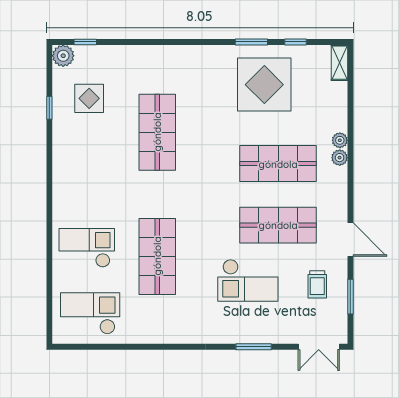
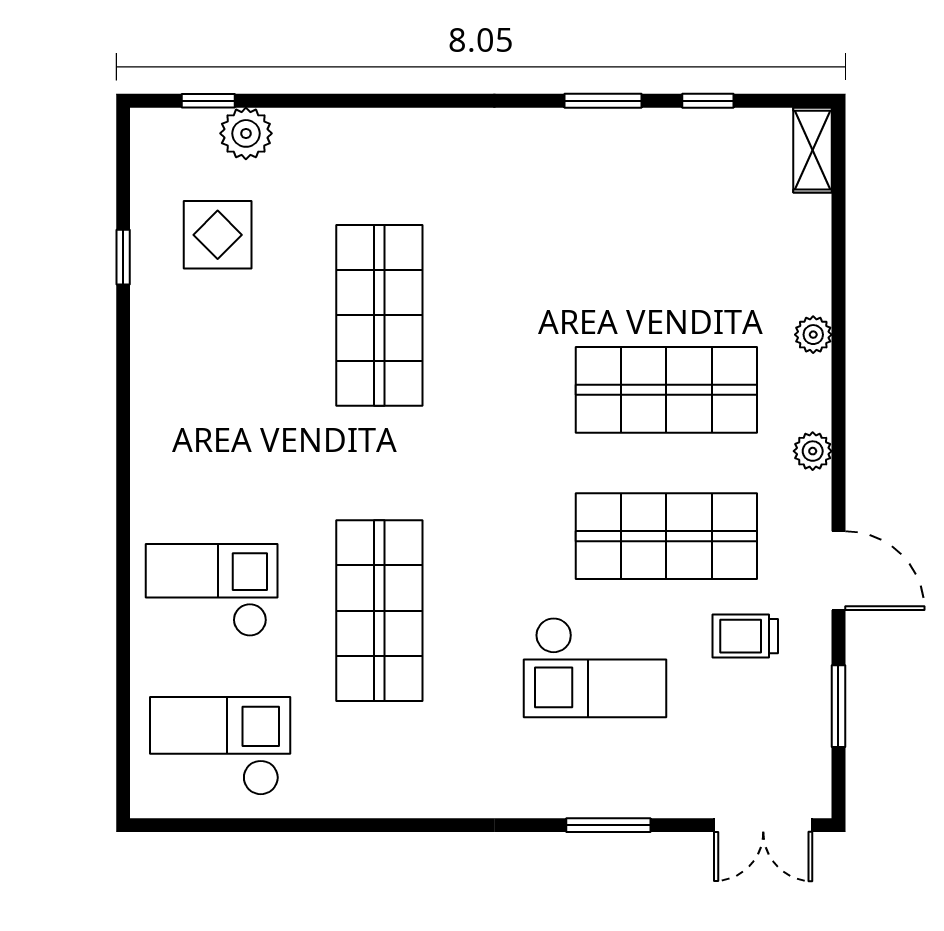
plant: (63, 56) -> (246, 133), moved
display table: (264, 85) -> (634, 202), removed
plant: (340, 158) -> (813, 451), moved
trolley: (317, 284) -> (745, 636), moved, turned 90

